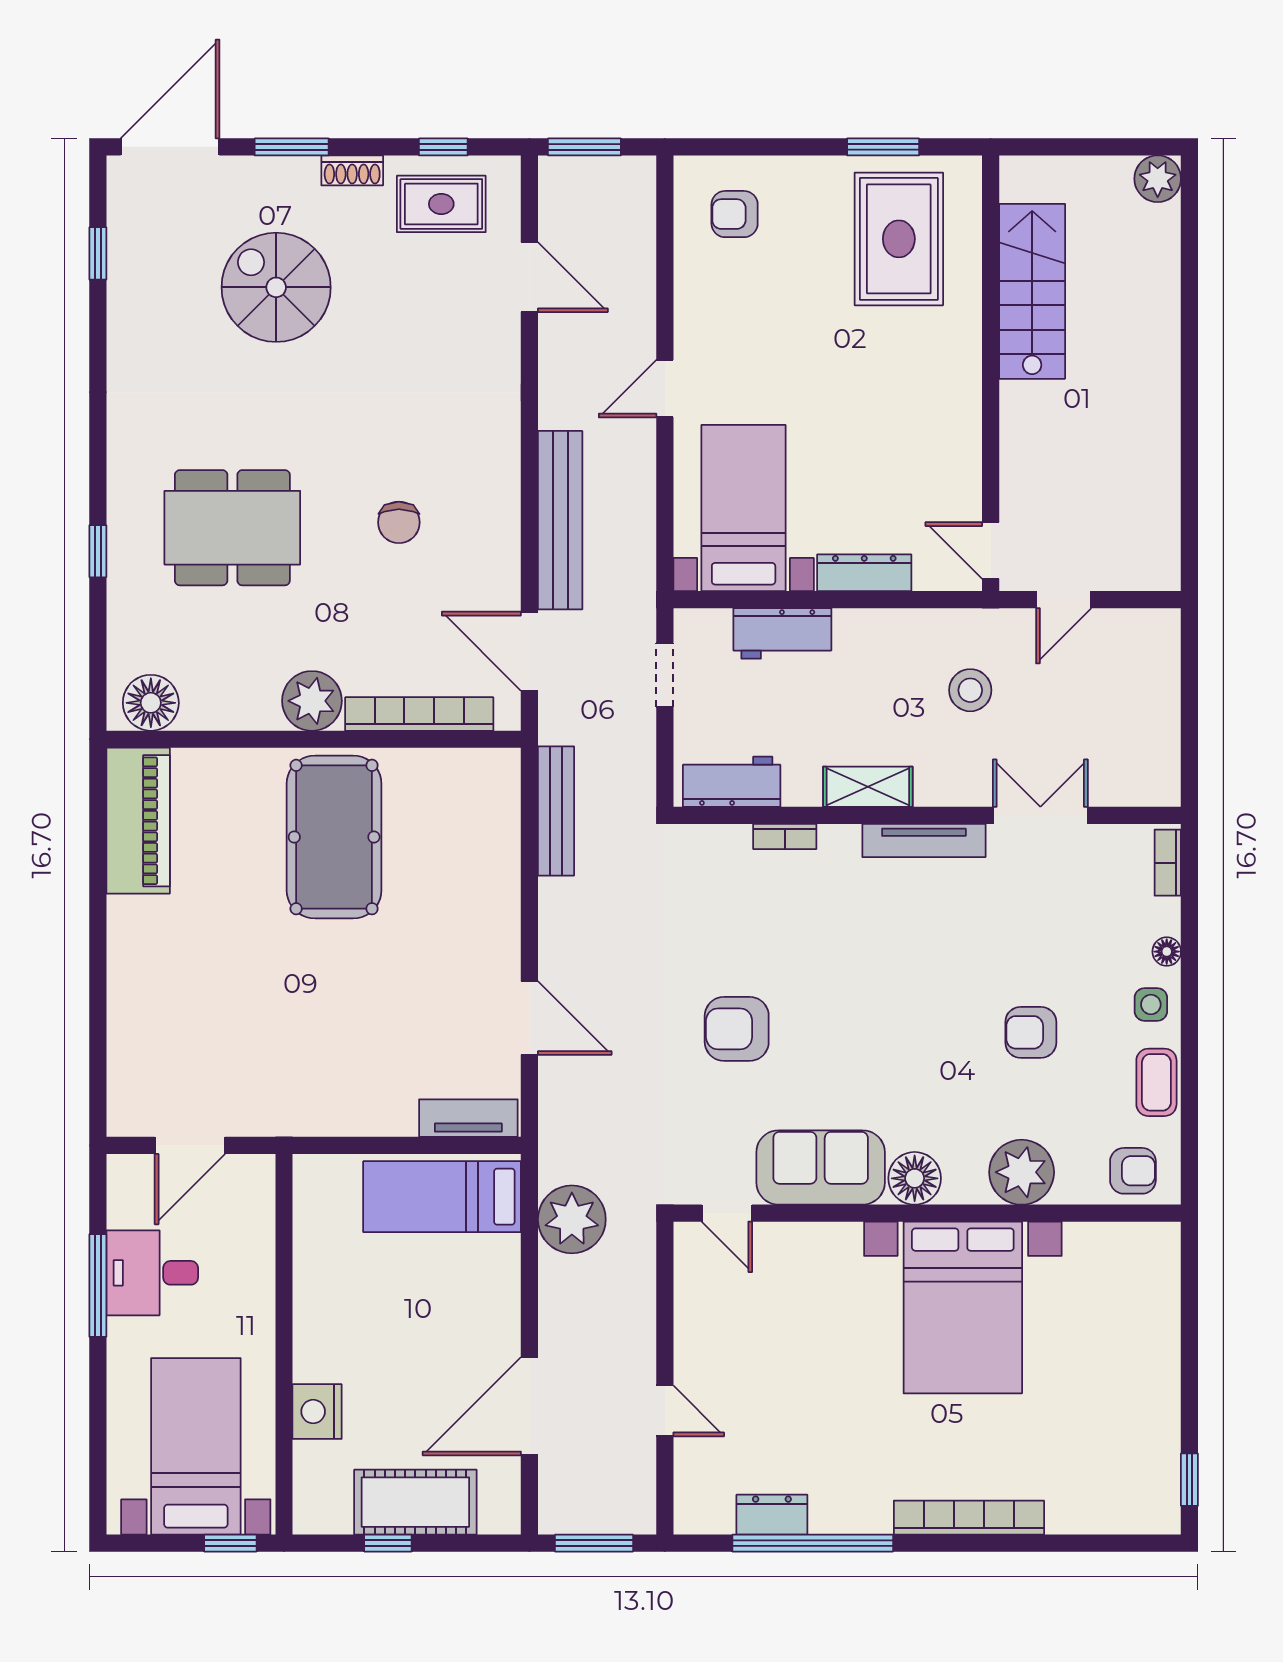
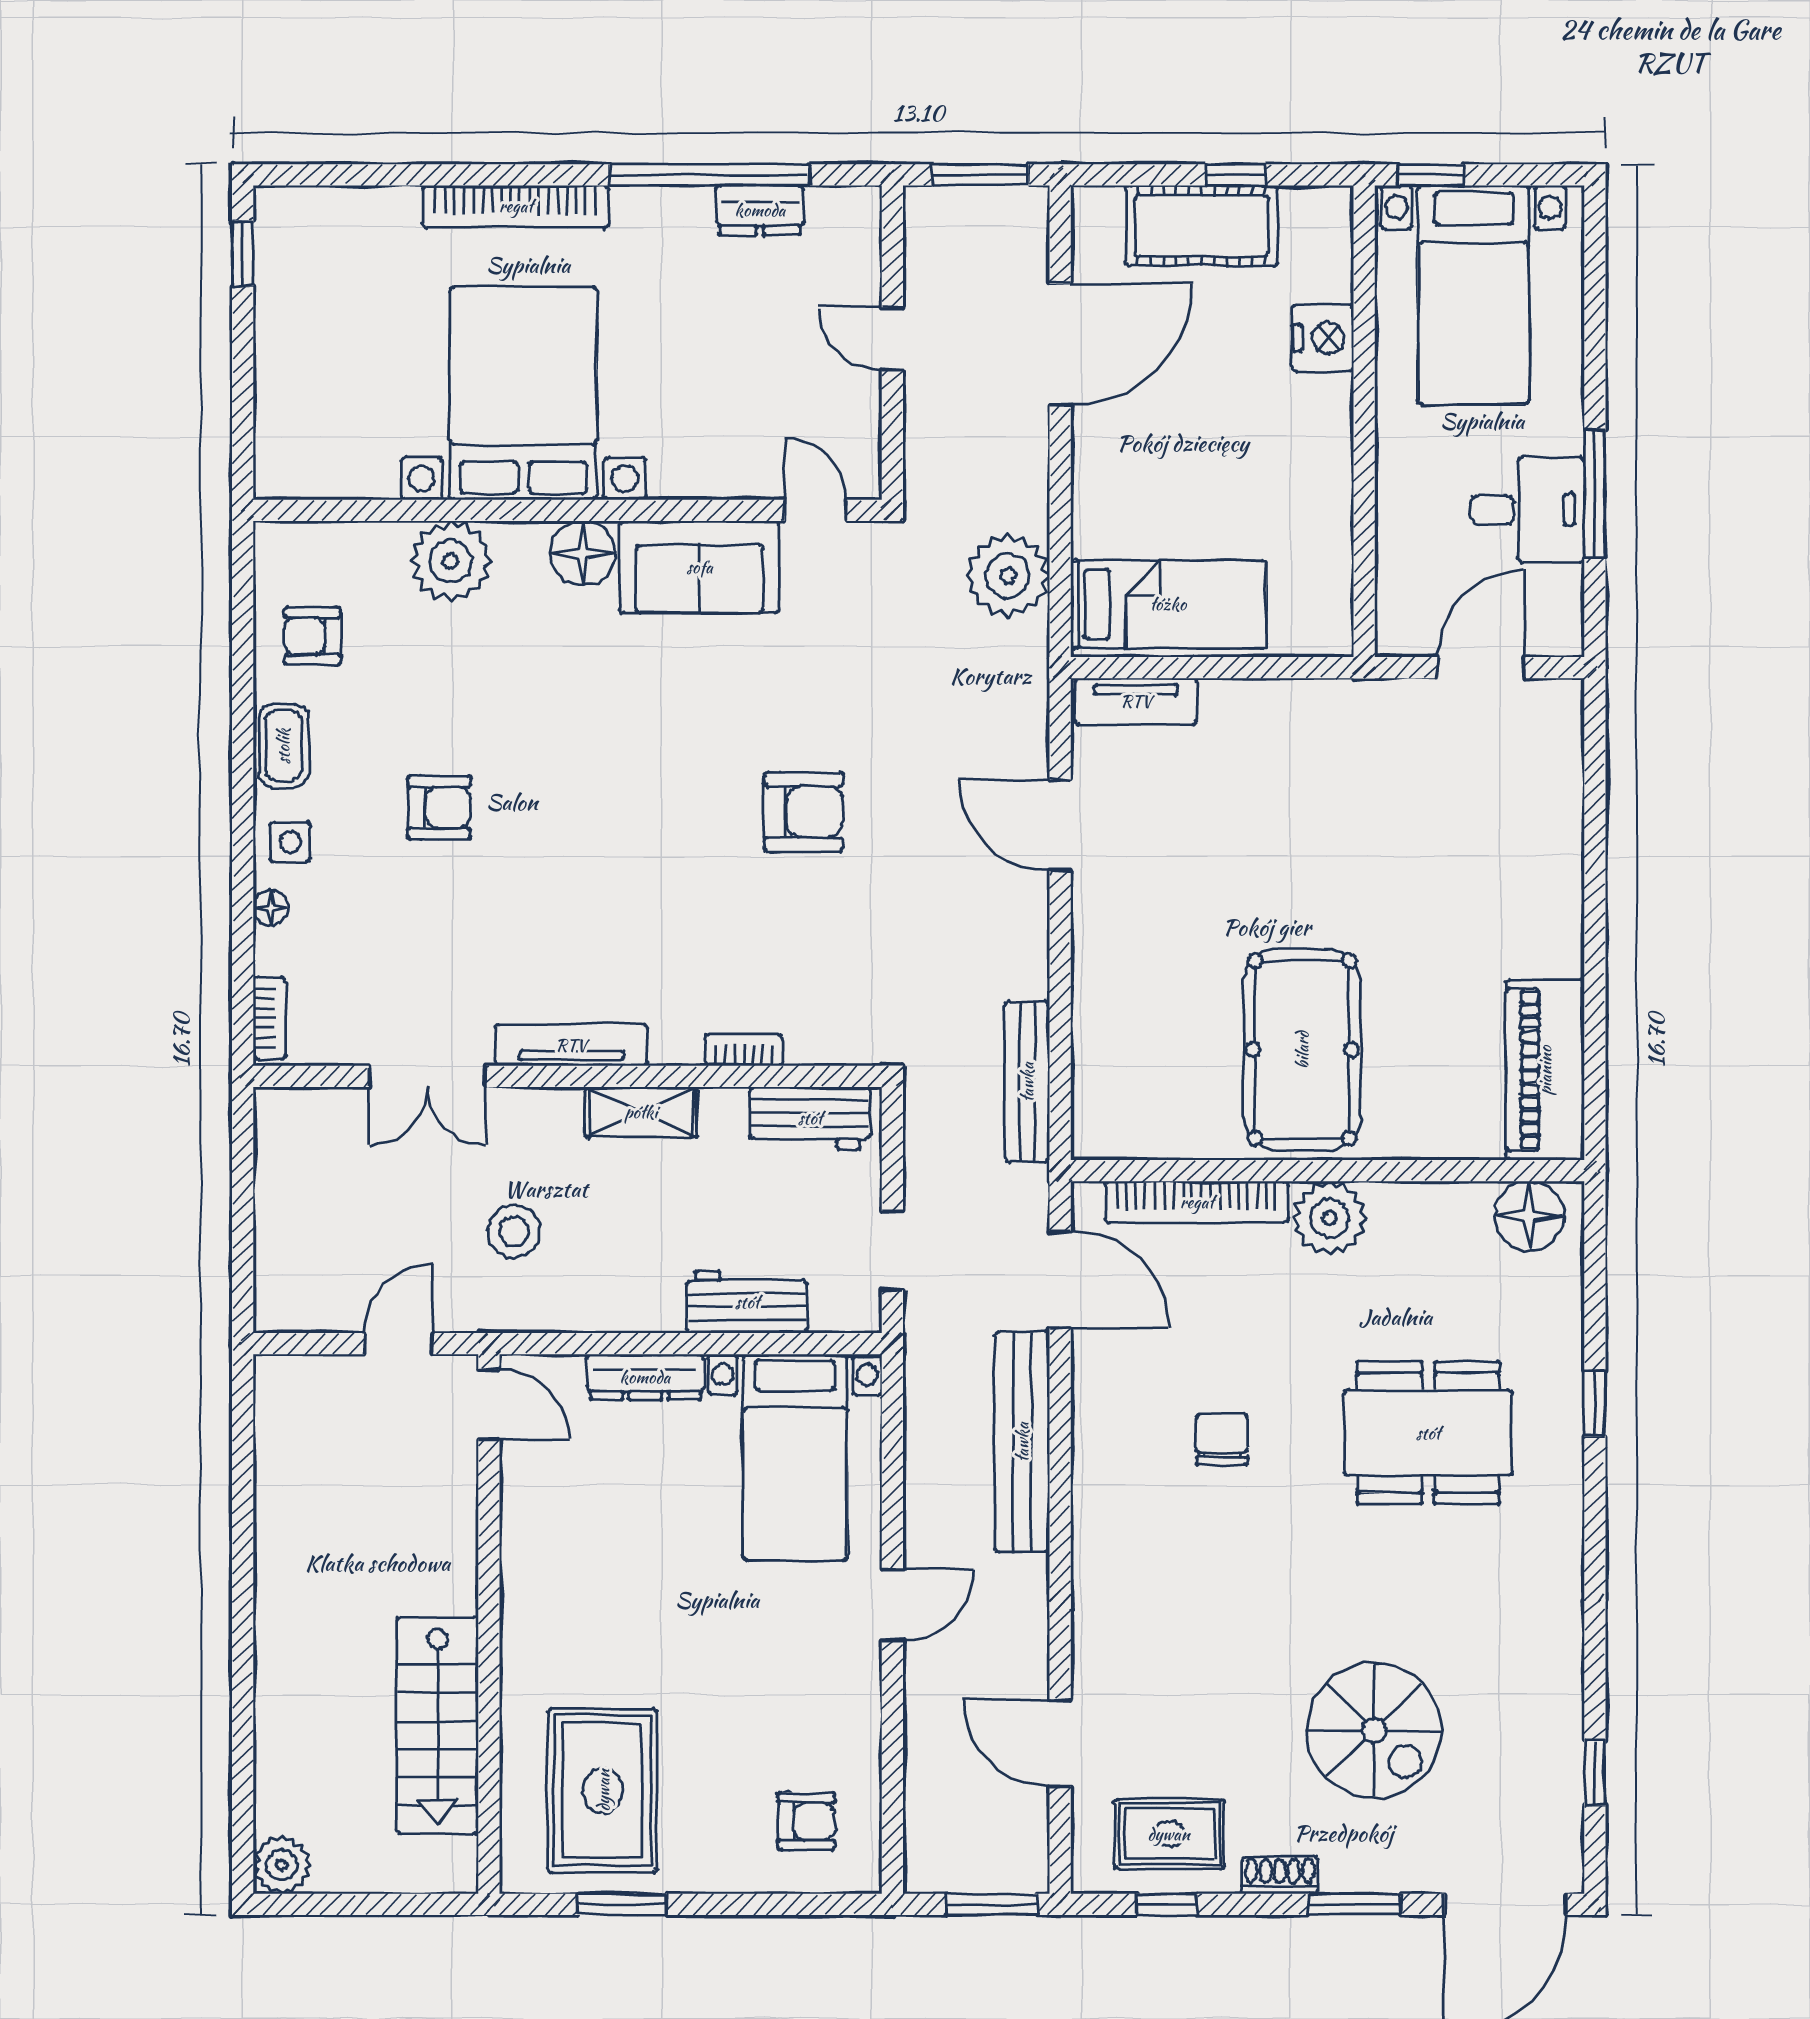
sofa: (821, 1167) -> (700, 567), moved
plant: (1022, 1172) -> (451, 561), moved
floor lamp: (915, 1178) -> (583, 553), moved
door: (727, 1213) -> (816, 510), moved
wall: (927, 1213) -> (568, 510), moved
bed with nightstands: (963, 1307) -> (523, 393), moved

